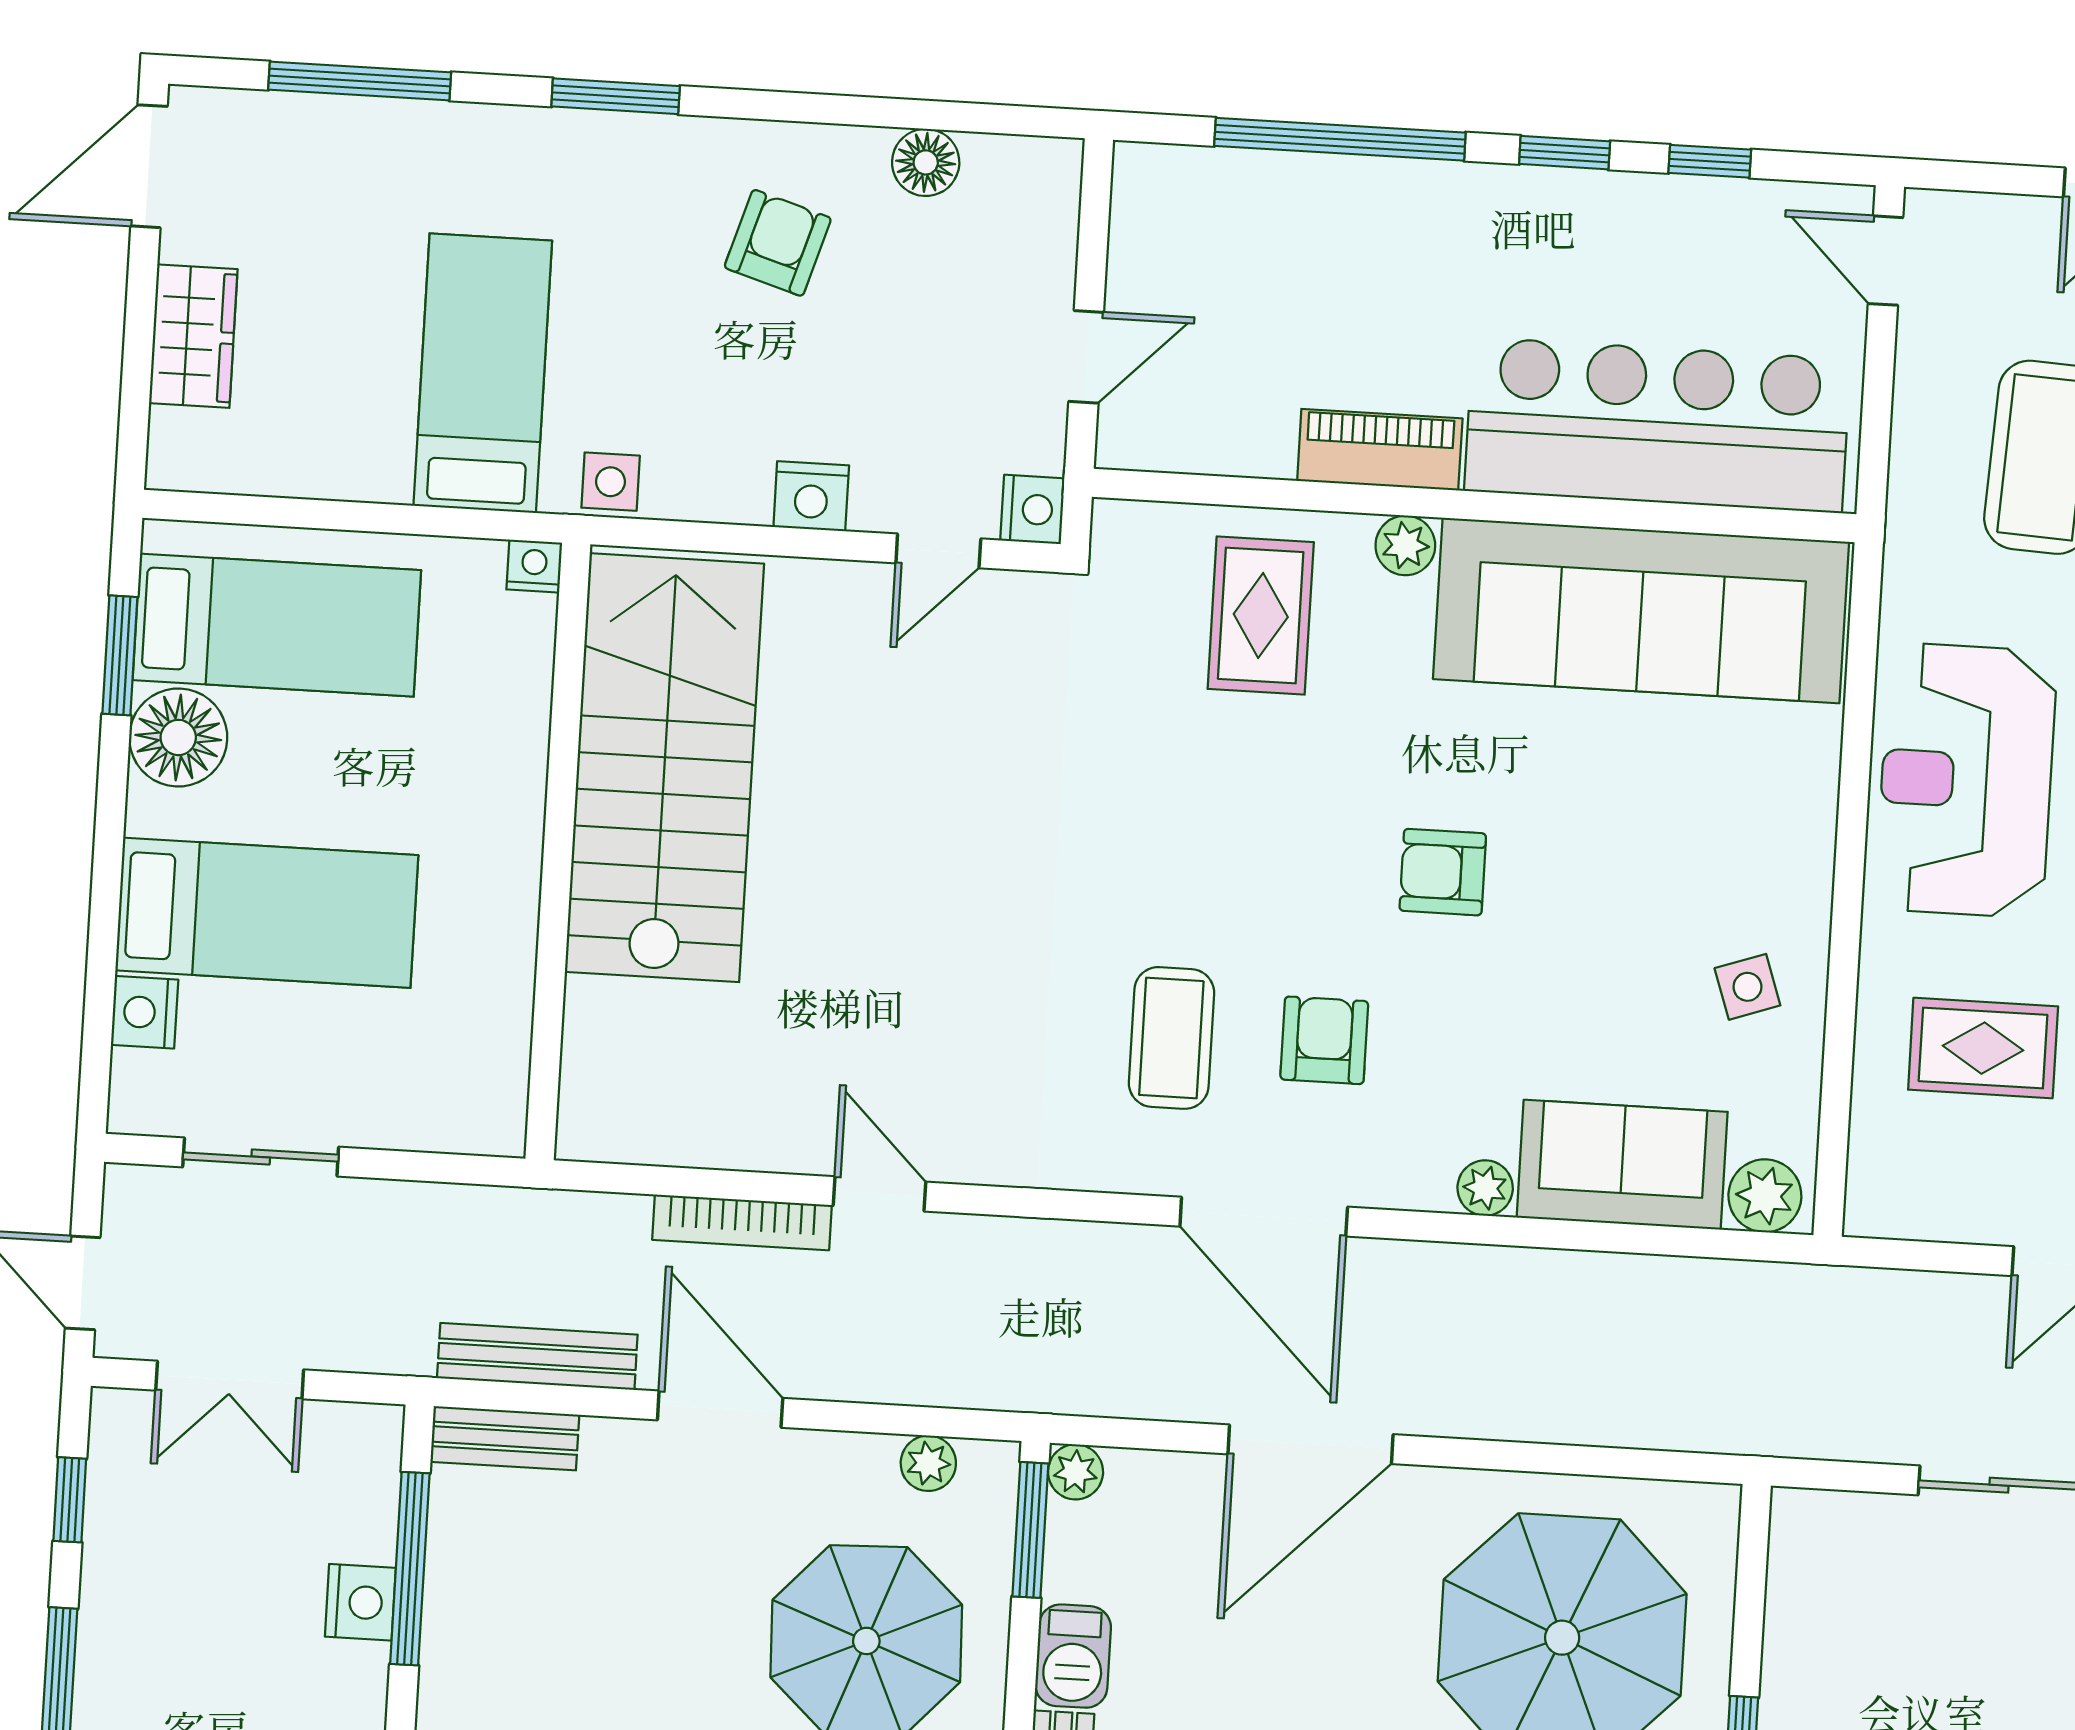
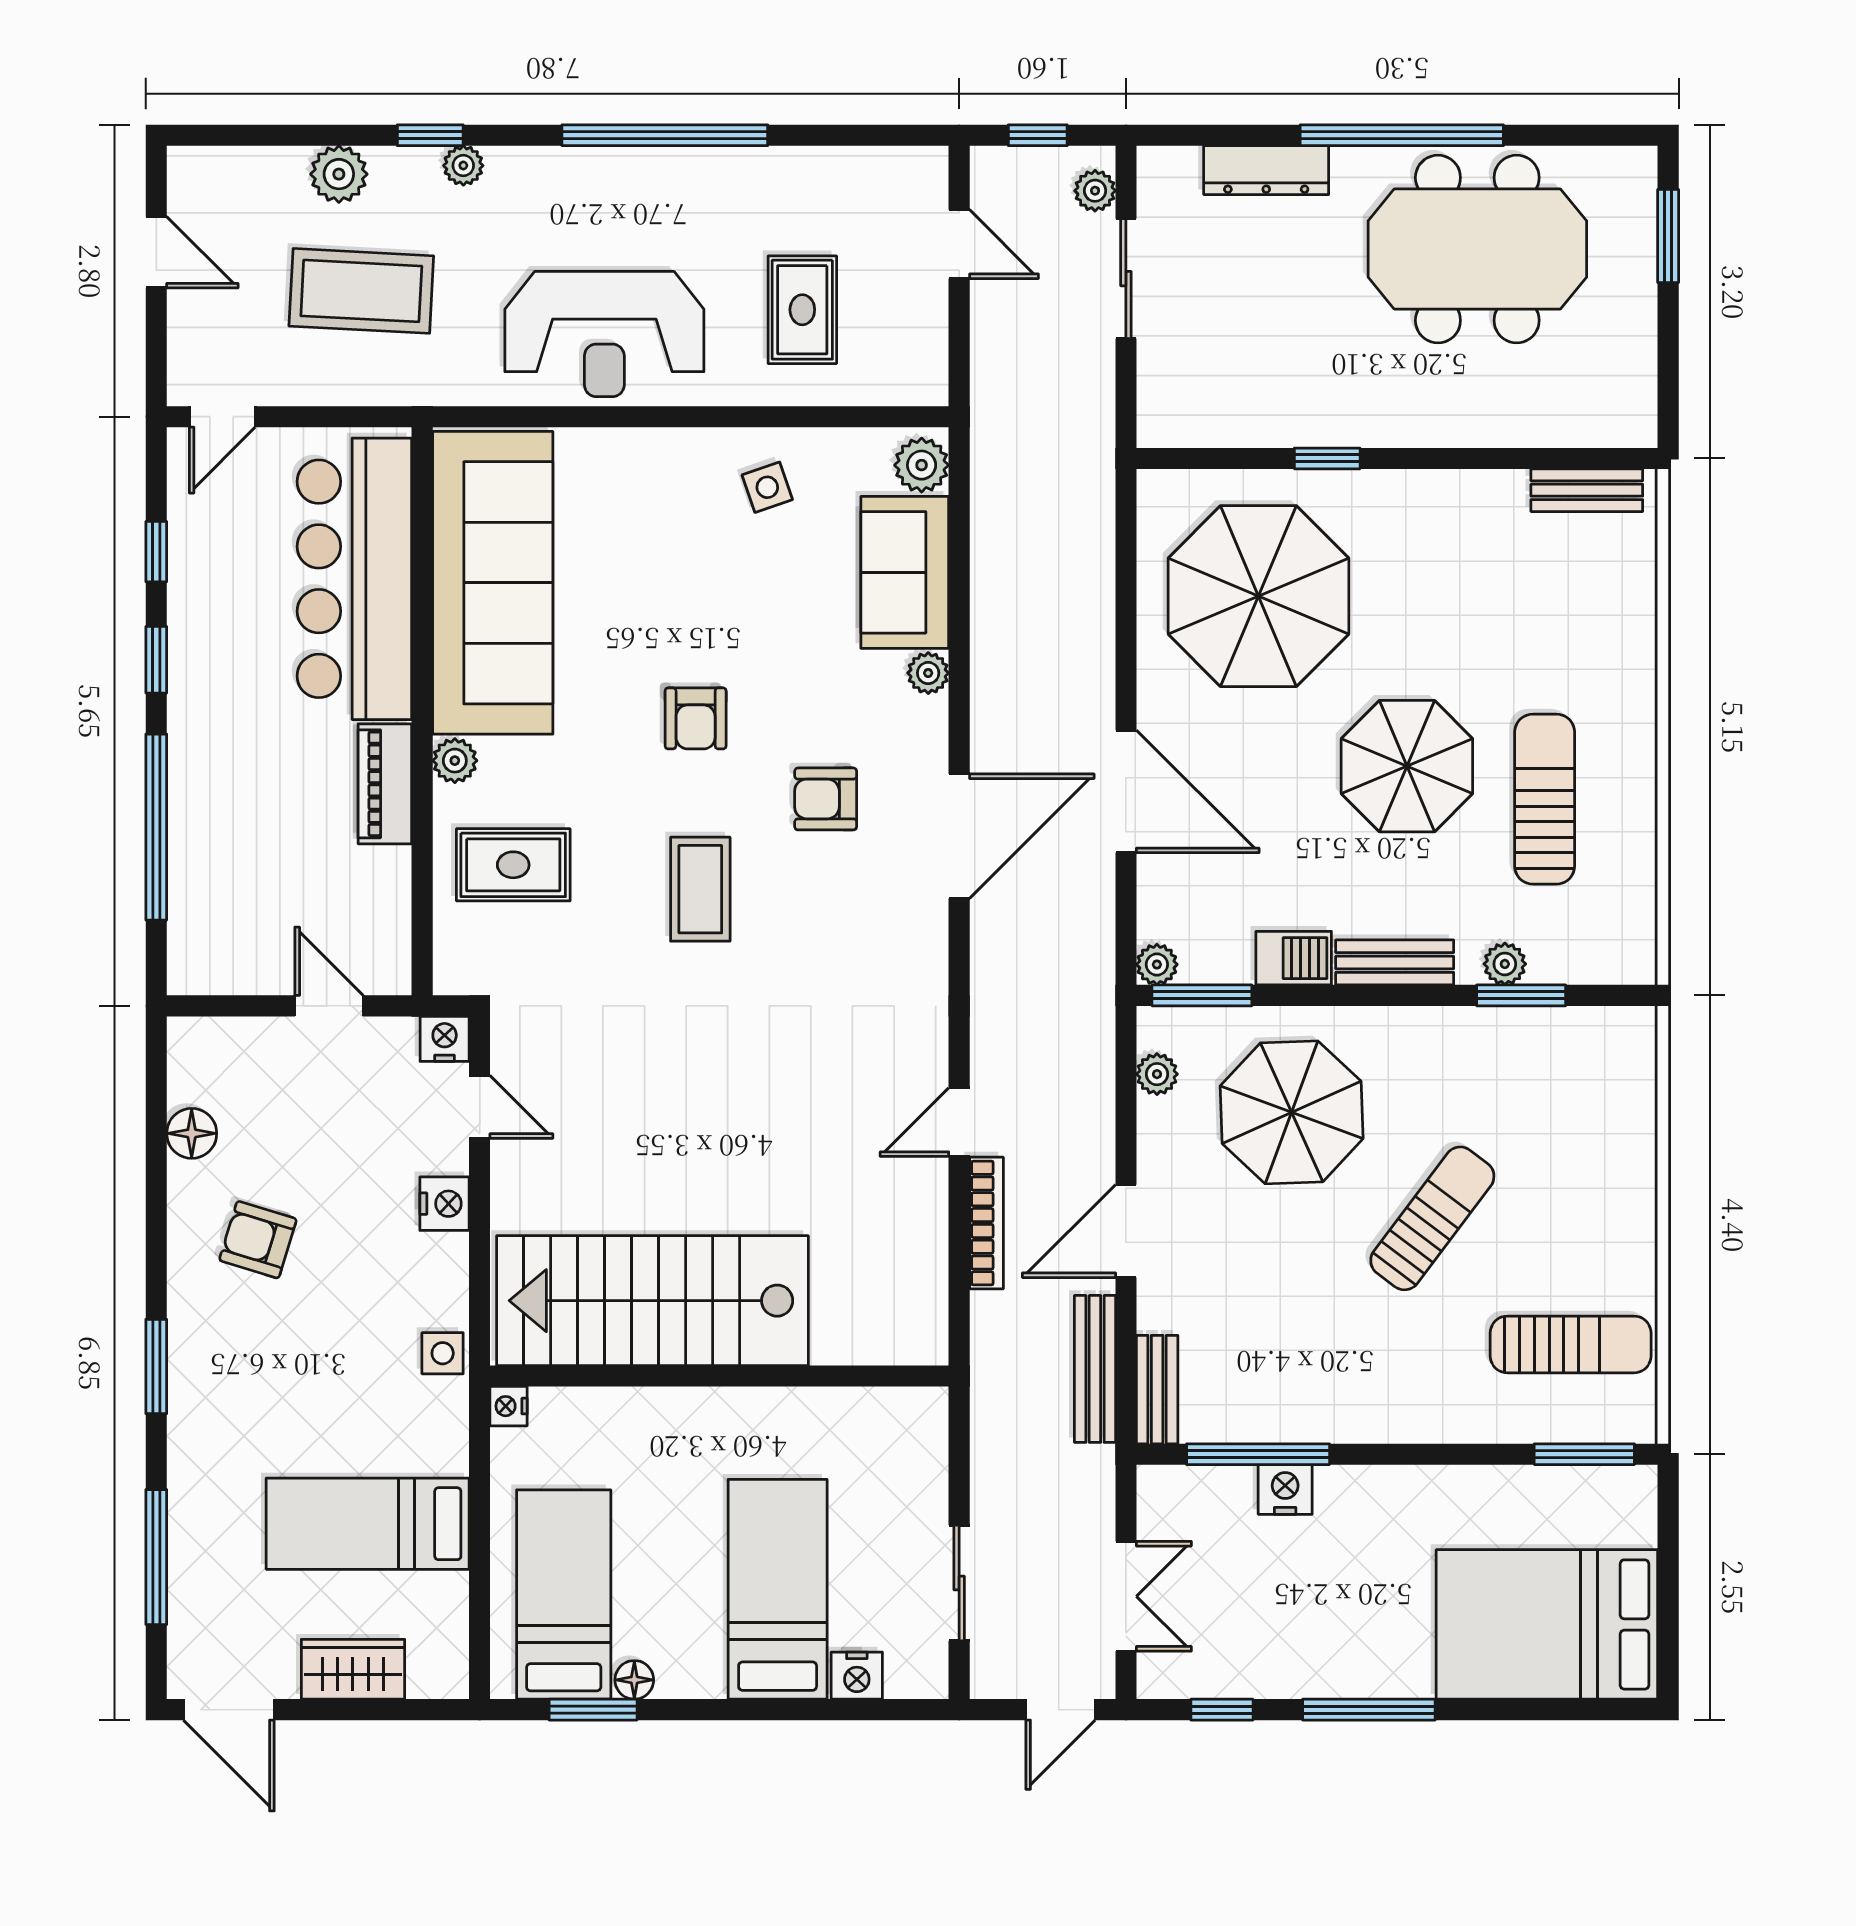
bed: (483, 373) -> (368, 1524), moved
floor lamp: (178, 737) -> (634, 1680), width x0.53, depth x0.53
coffee table: (1171, 1038) -> (700, 889), moved, turned 90

